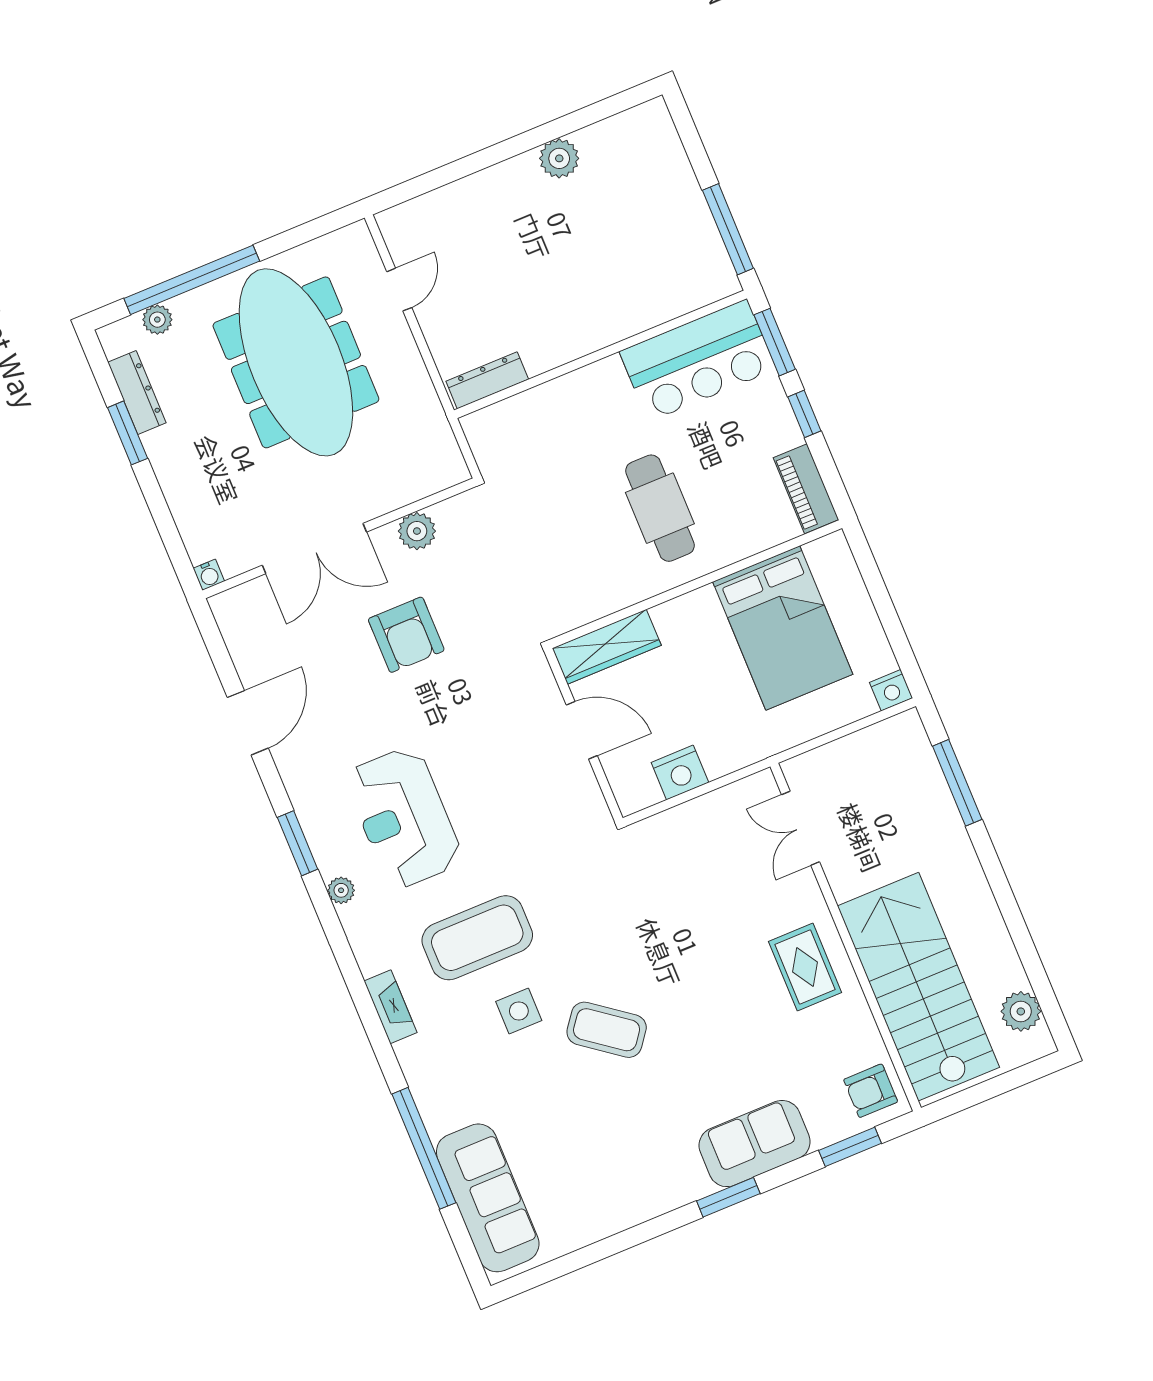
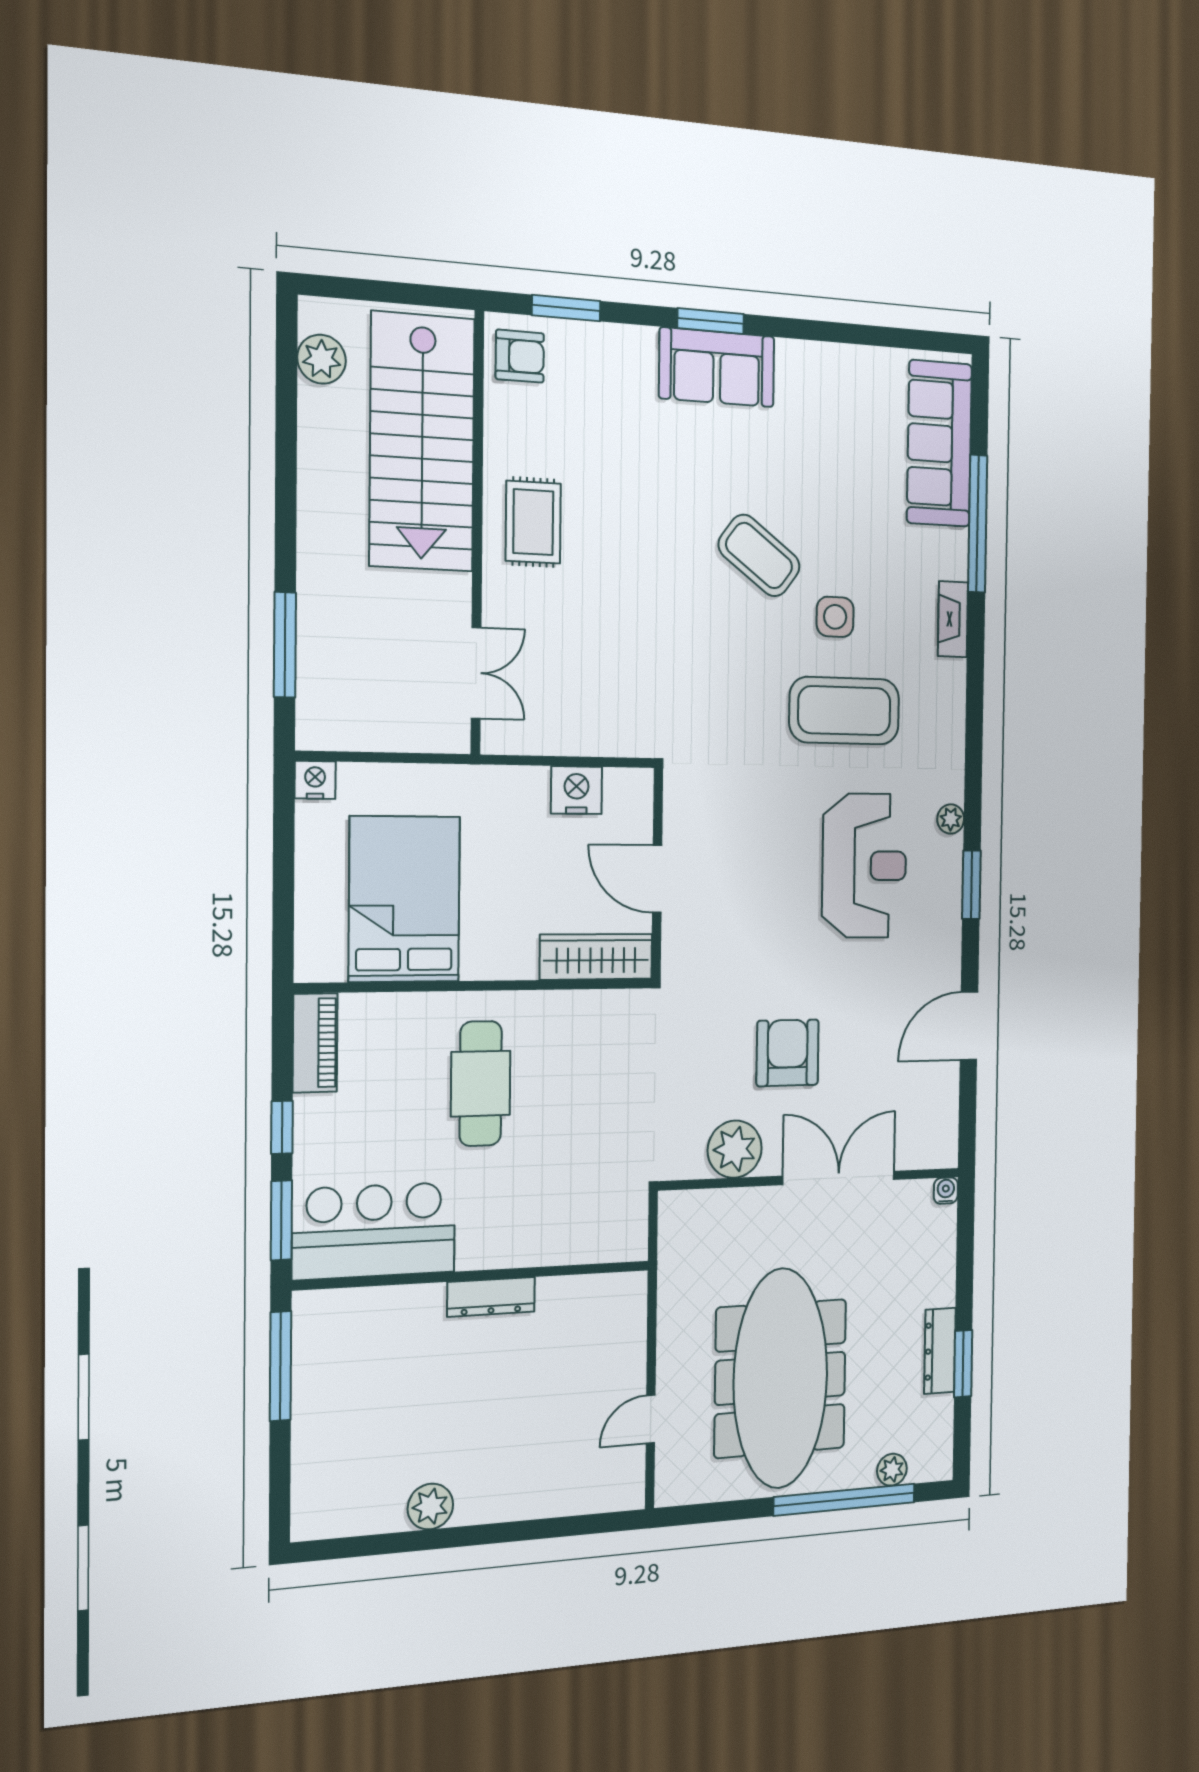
dresser: (487, 380) -> (491, 1297), moved
dresser: (137, 393) -> (940, 1351), moved
plant: (417, 531) -> (735, 1149), width x1.36, depth x1.36
fireplace: (391, 1007) -> (953, 619), moved
sofa: (755, 1144) -> (717, 367), moved

